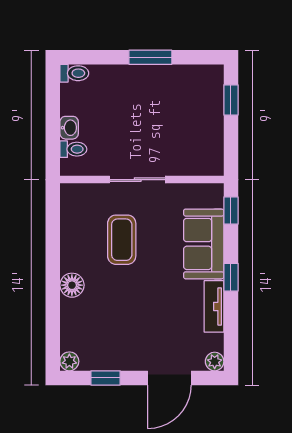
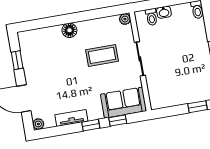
window: (231, 211) -> (118, 120), moved
sofa: (204, 244) -> (124, 103), moved
plant: (69, 361) -> (125, 19), moved

